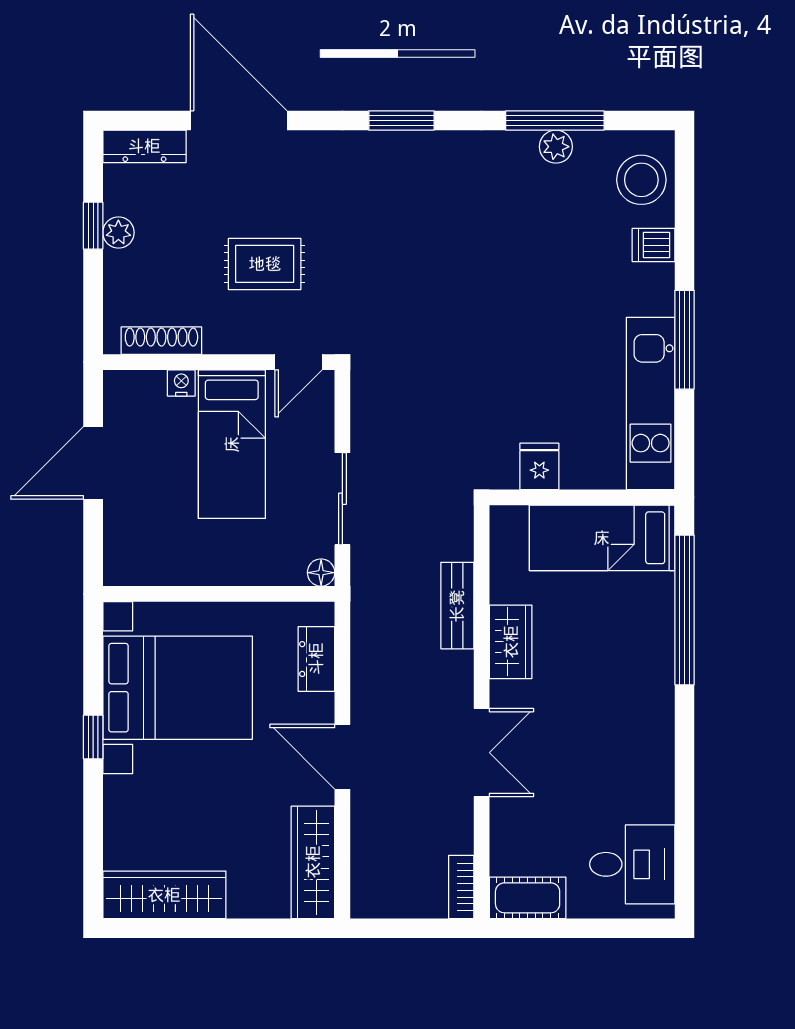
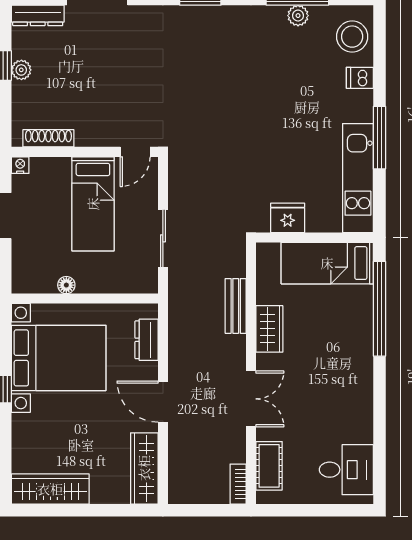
rug: (265, 264) -> (114, 90), removed
nightstand: (181, 383) -> (20, 165), moved
fridge: (539, 466) -> (288, 218), width x1.38
floor lamp: (321, 573) -> (66, 285), moved
cot: (528, 898) -> (269, 466), moved, turned 90

